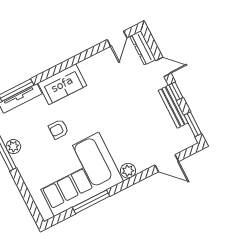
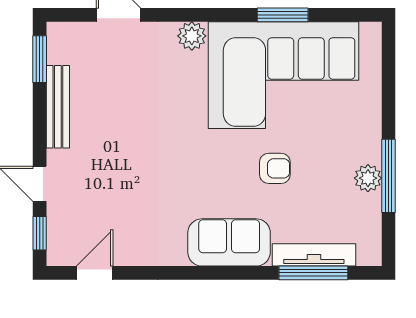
dresser: (143, 48) -> (59, 234), removed
window: (176, 91) -> (40, 233), moved
window: (91, 202) -> (283, 15), width x0.69

